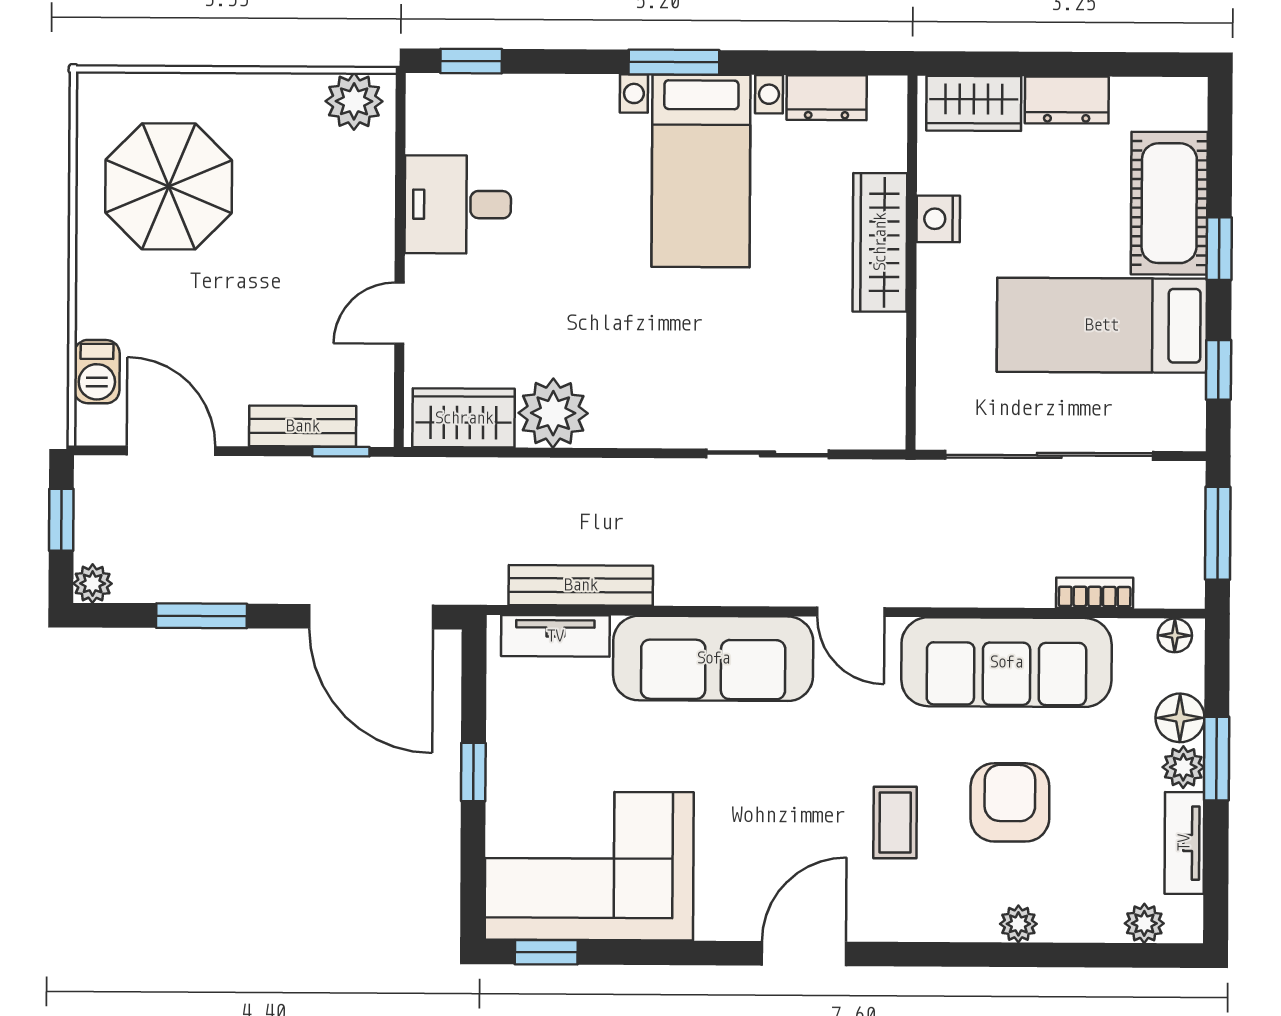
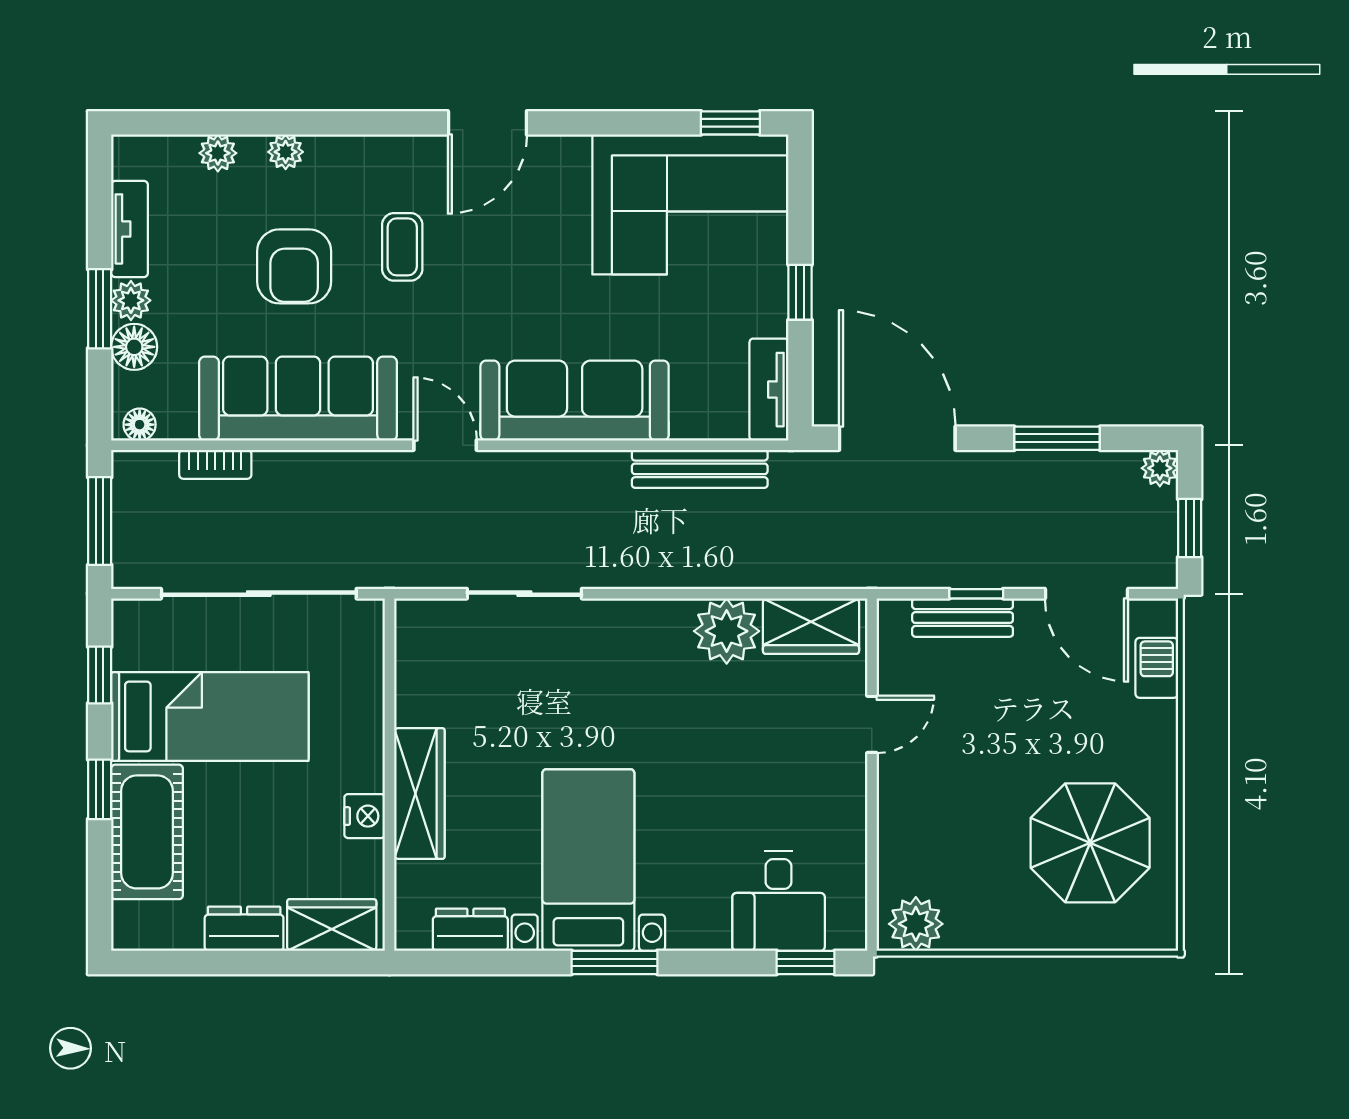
desk: (458, 204) -> (779, 901), moved, turned 90
window: (341, 452) -> (976, 594), moved
tv unit: (555, 636) -> (769, 390), moved, turned -90
plant: (1144, 923) -> (218, 153), moved

